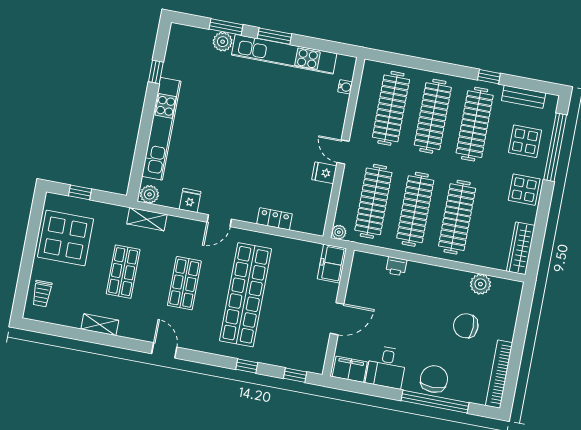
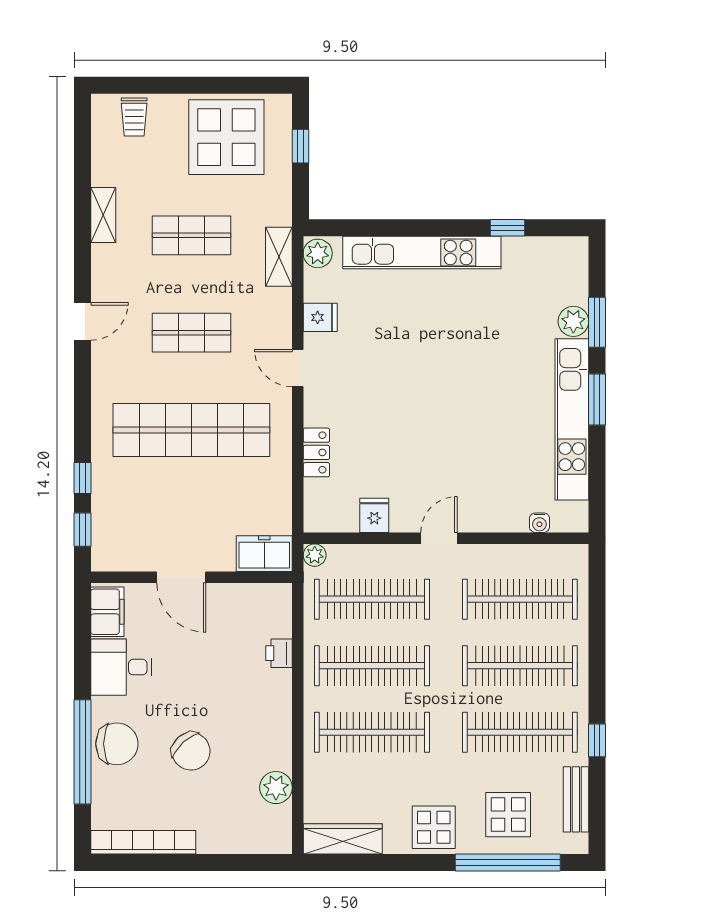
fridge: (324, 173) -> (374, 515), moved
trolley: (42, 294) -> (134, 117), turned -90
chair: (466, 326) -> (191, 751), moved, turned 138
window: (247, 366) -> (82, 478), moved

